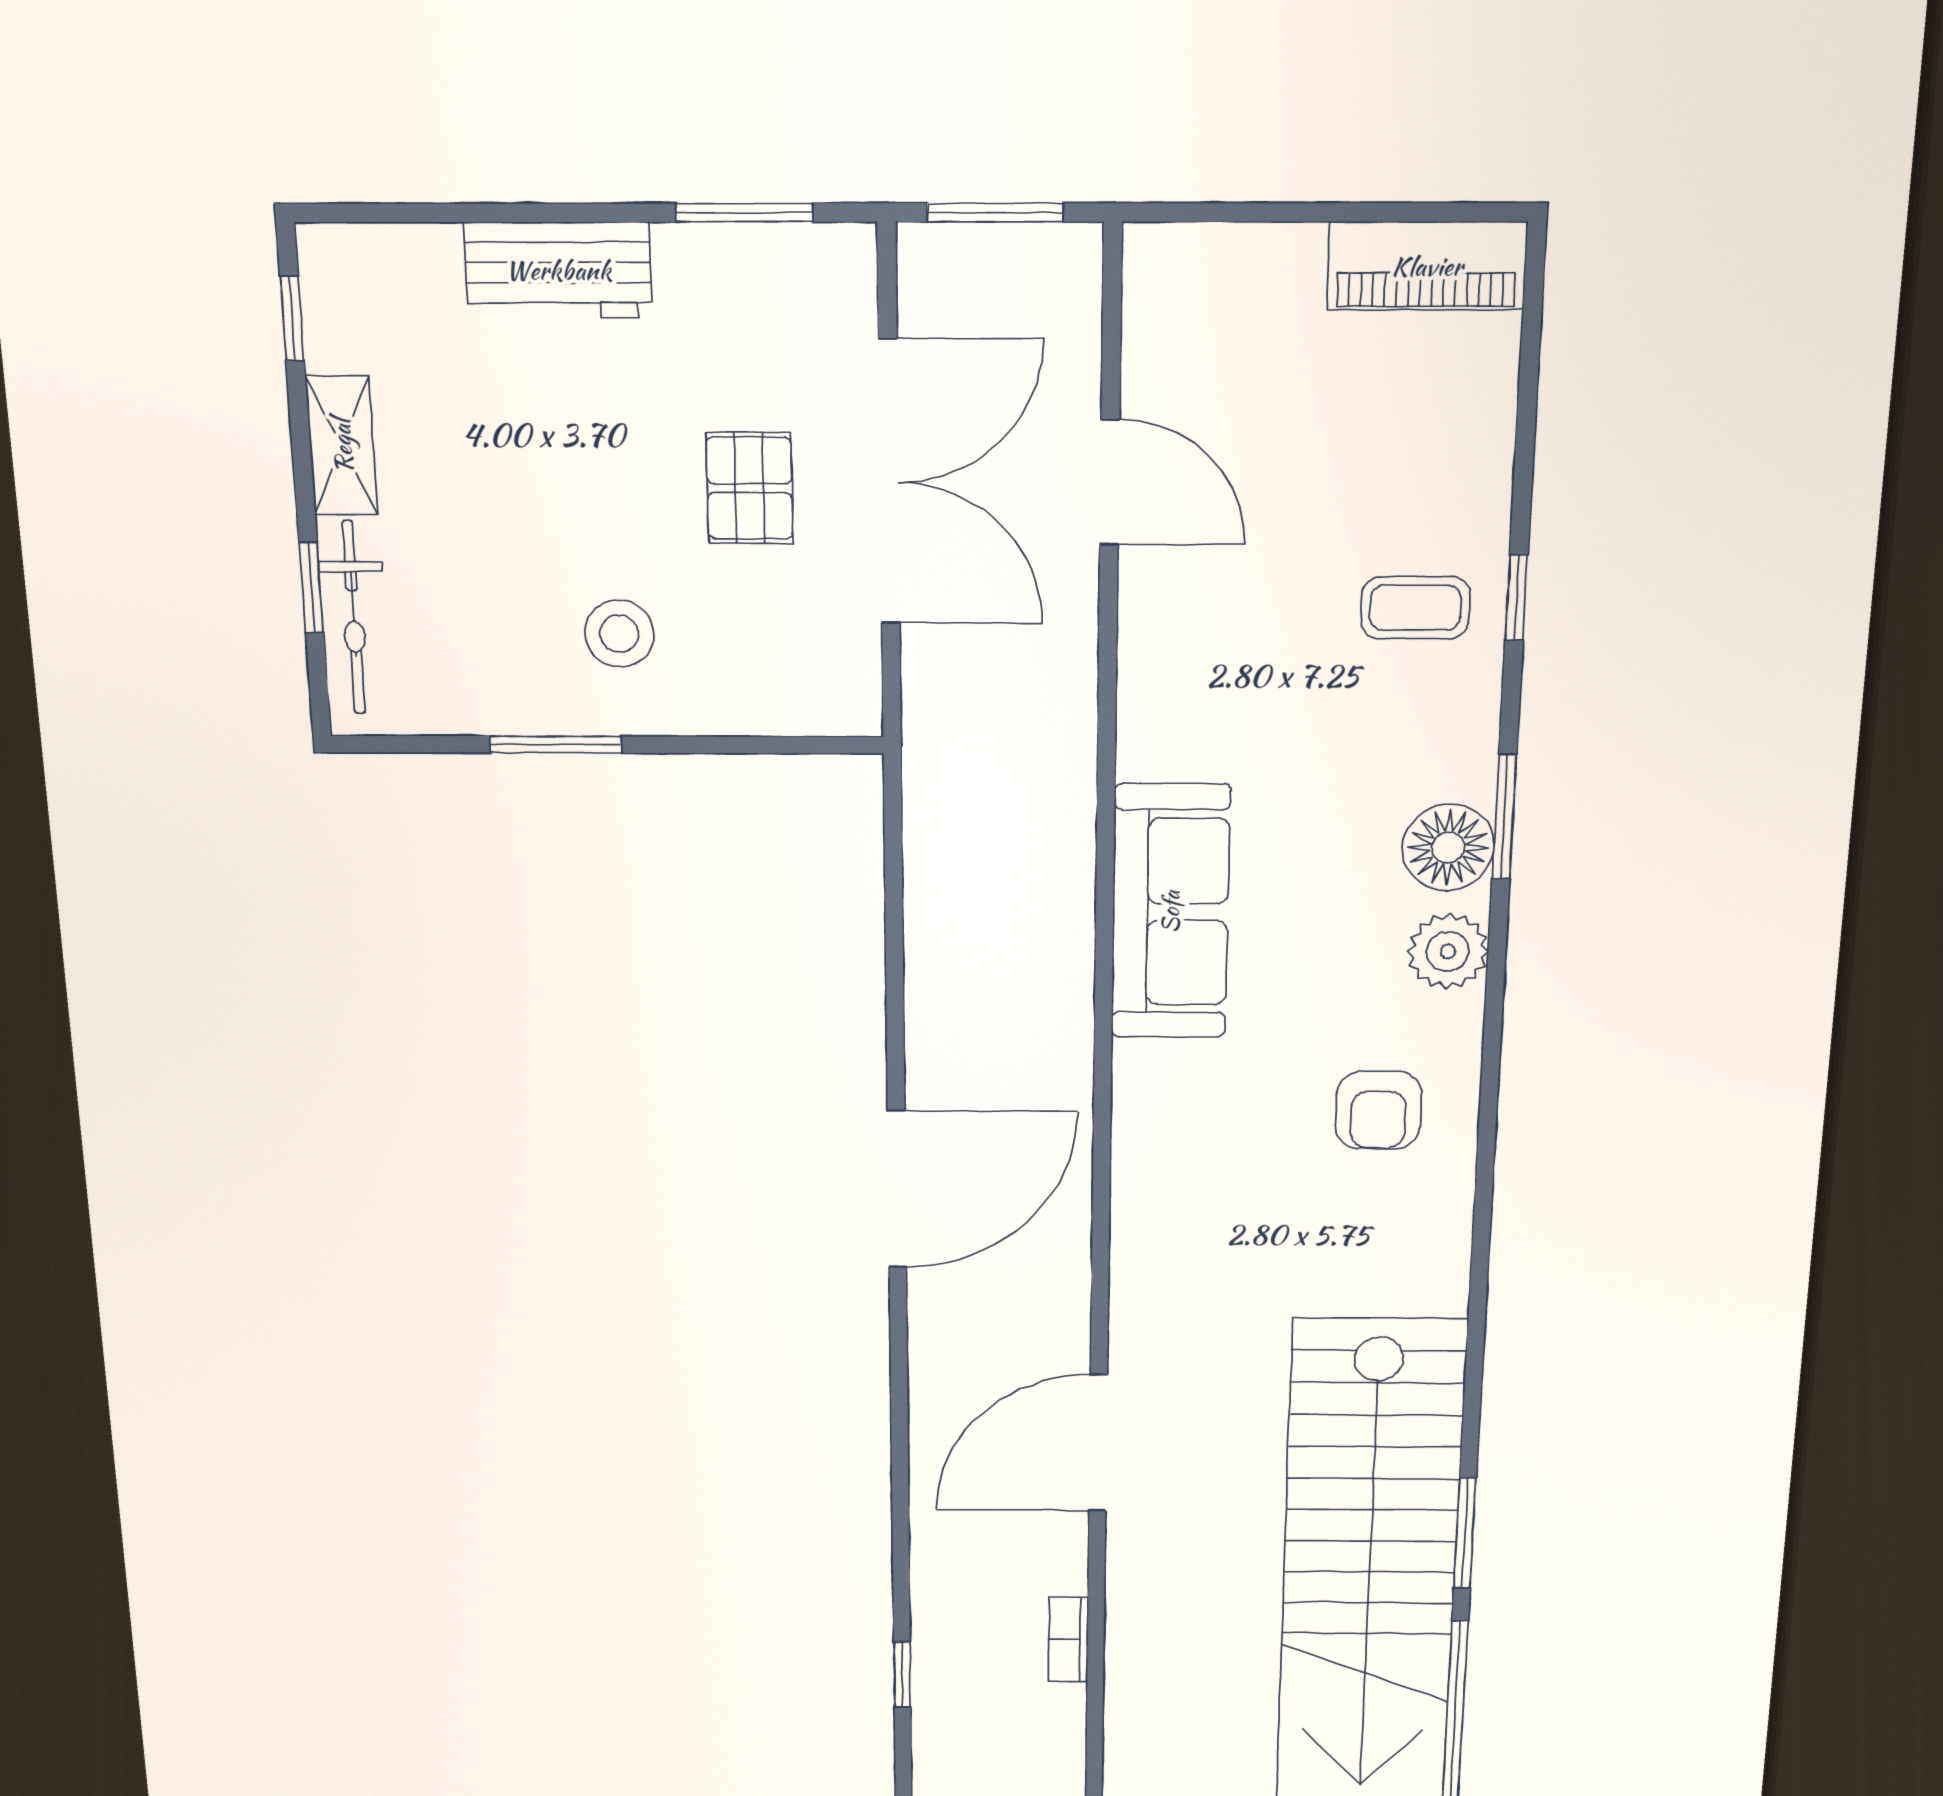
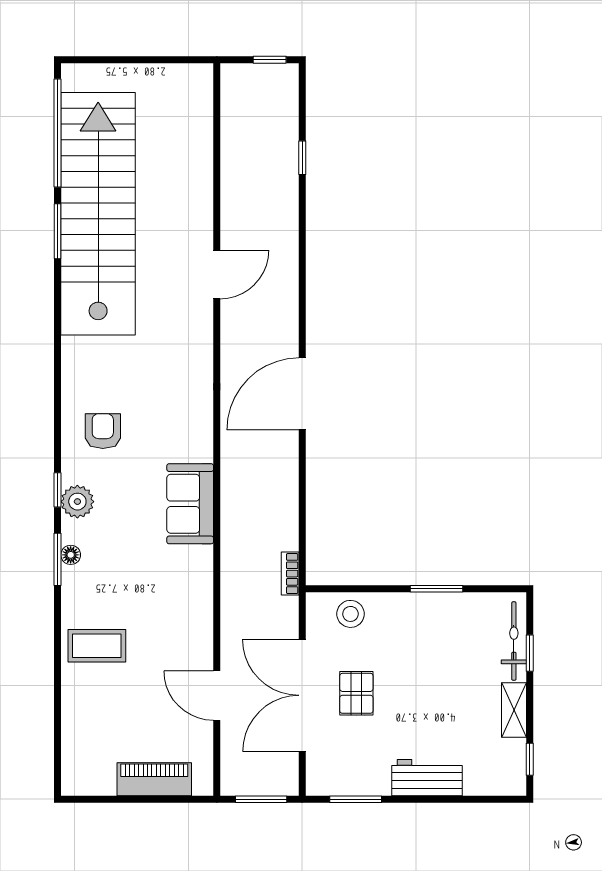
piano: (1427, 266) -> (154, 779), moved
window: (1516, 598) -> (58, 490), moved
coffee table: (1415, 608) -> (97, 646), width x1.36, depth x1.30
stool: (619, 634) -> (350, 614), moved
floor lamp: (1448, 848) -> (71, 555), width x0.53, depth x0.53
sofa: (1170, 912) -> (190, 504), width x0.73
door: (1098, 1443) -> (217, 274), width x0.73
bookcase: (1068, 1639) -> (290, 574), moved, turned 180

